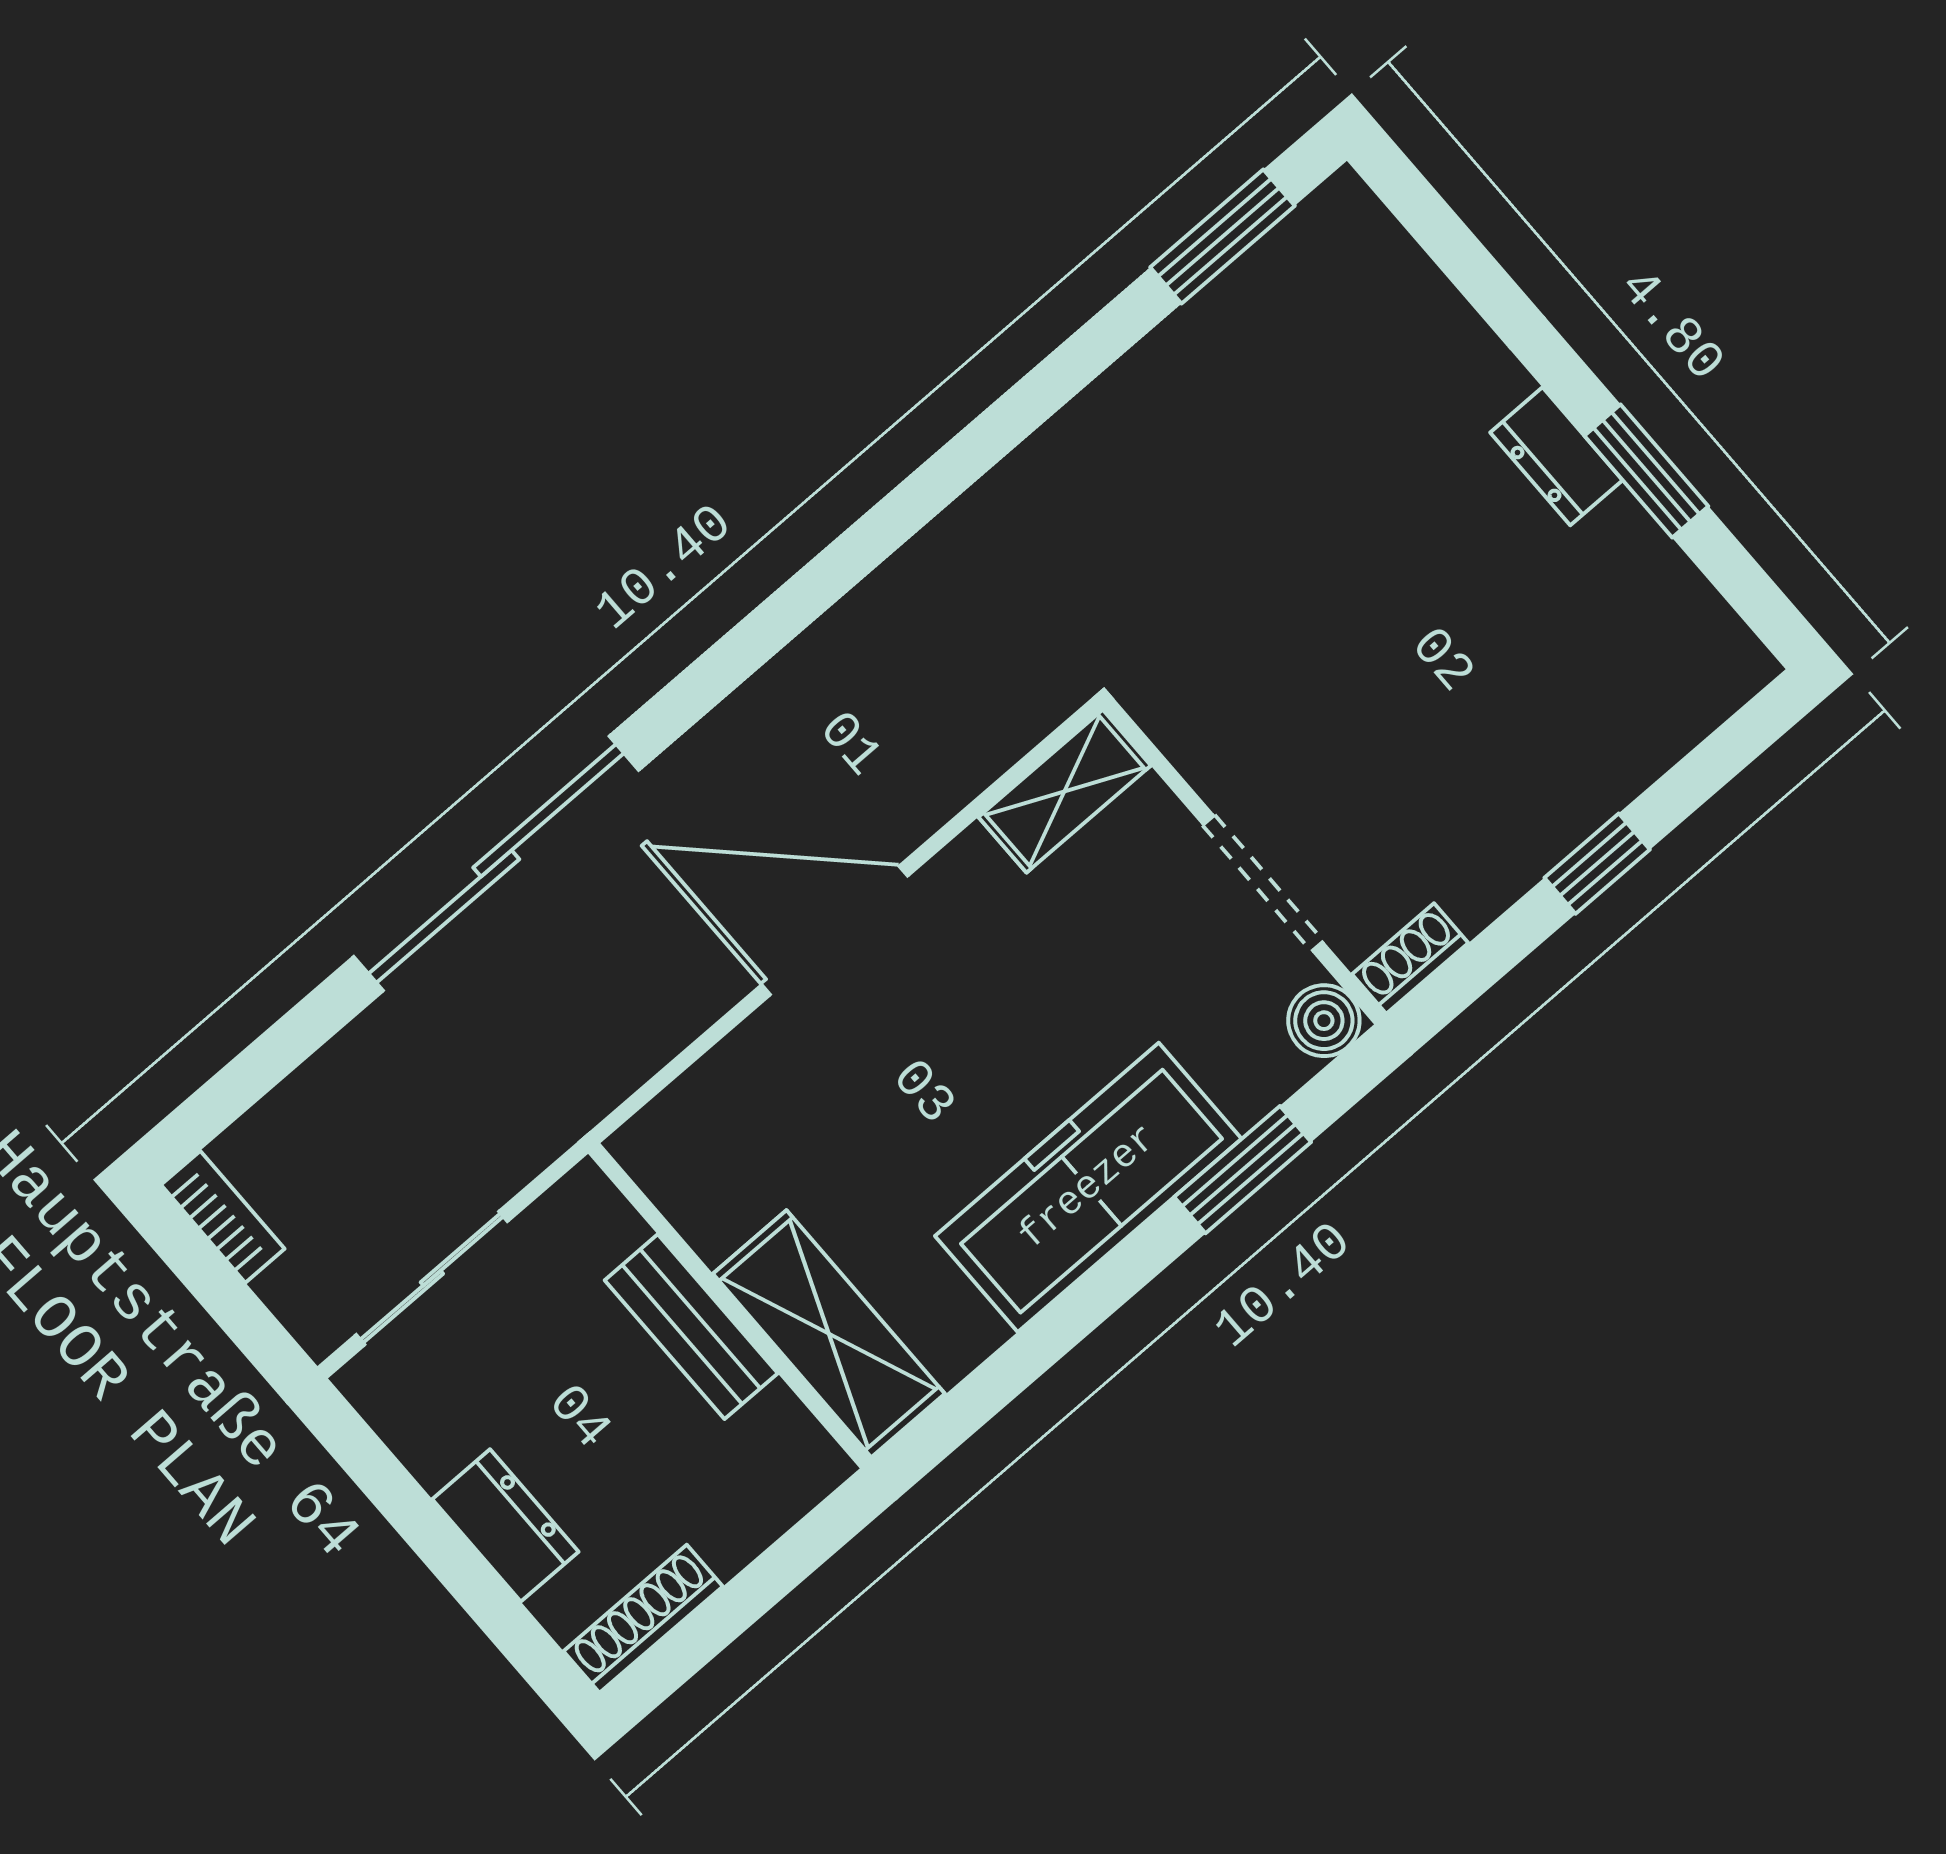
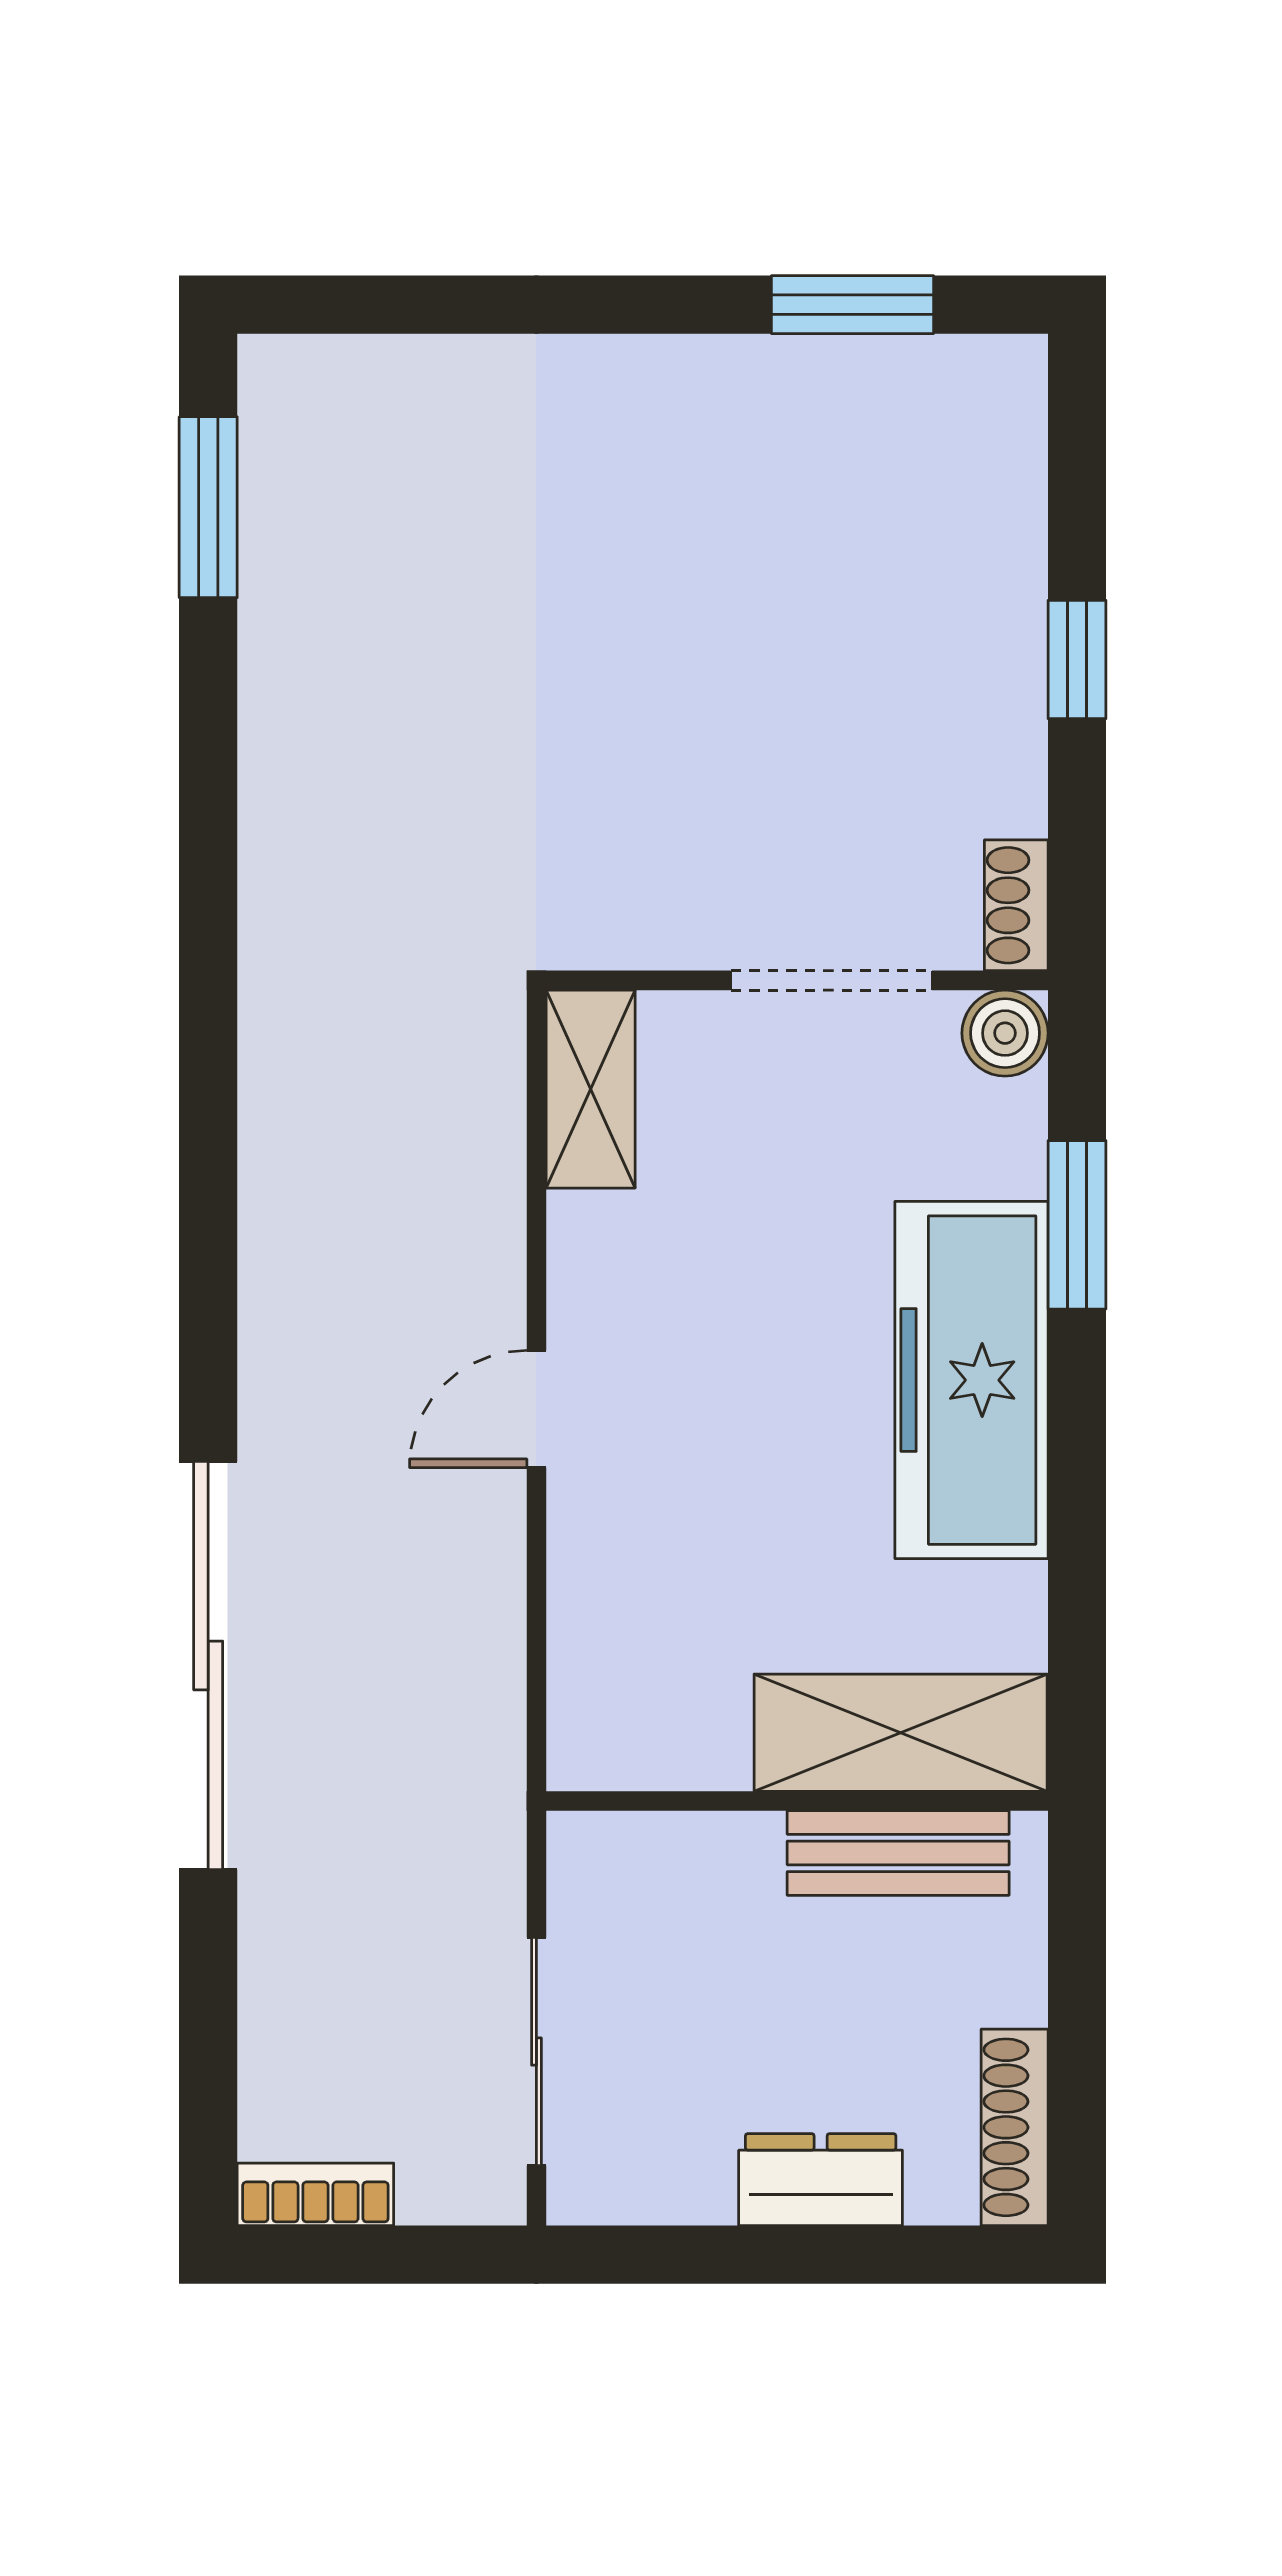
dresser: (1556, 456) -> (673, 375), removed
window: (1646, 471) -> (852, 305), moved
door: (835, 930) -> (536, 1409), width x0.53
bench: (691, 1327) -> (898, 1853), moved

